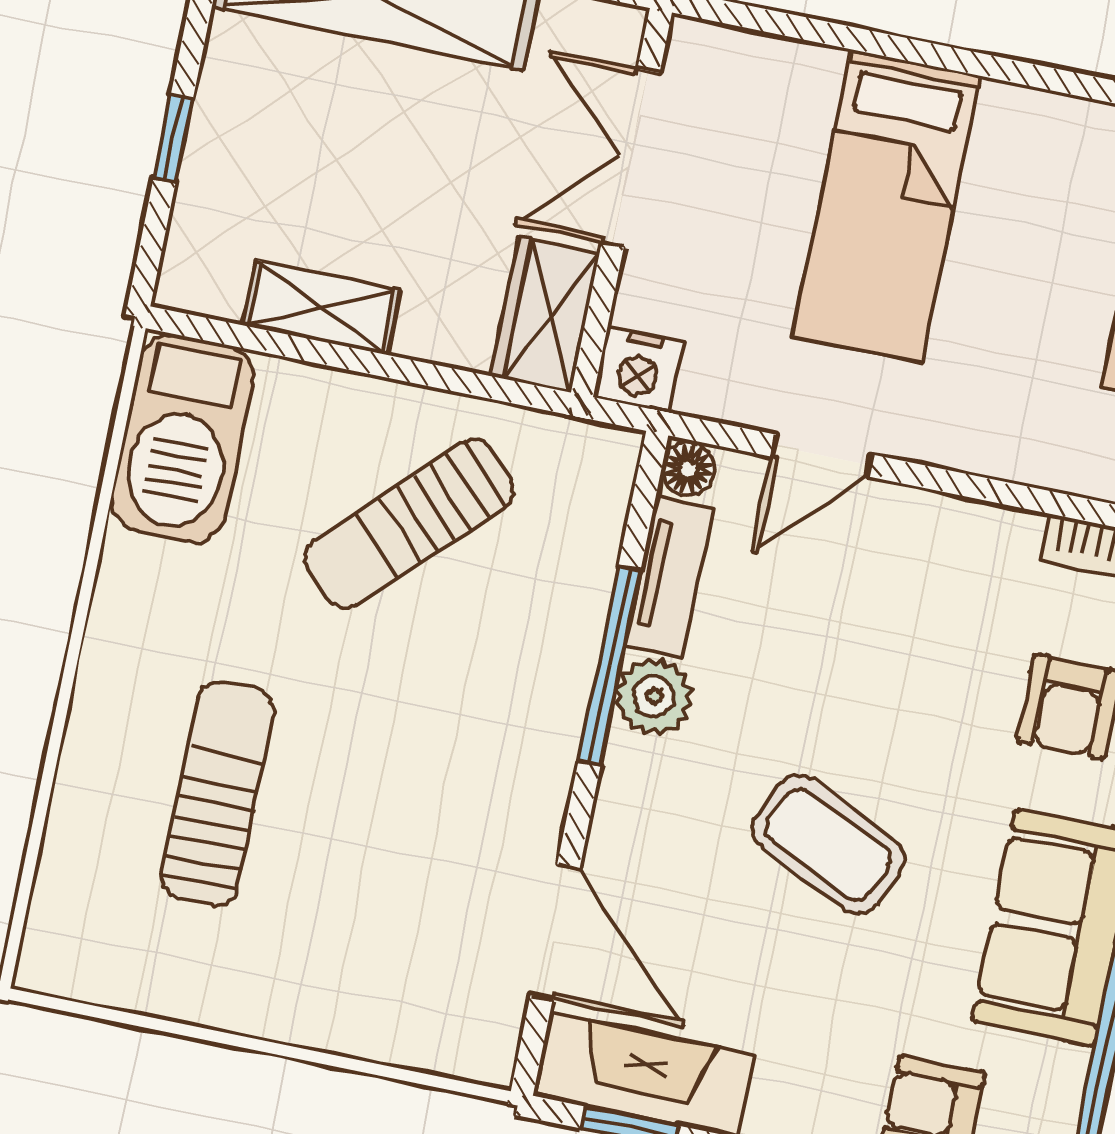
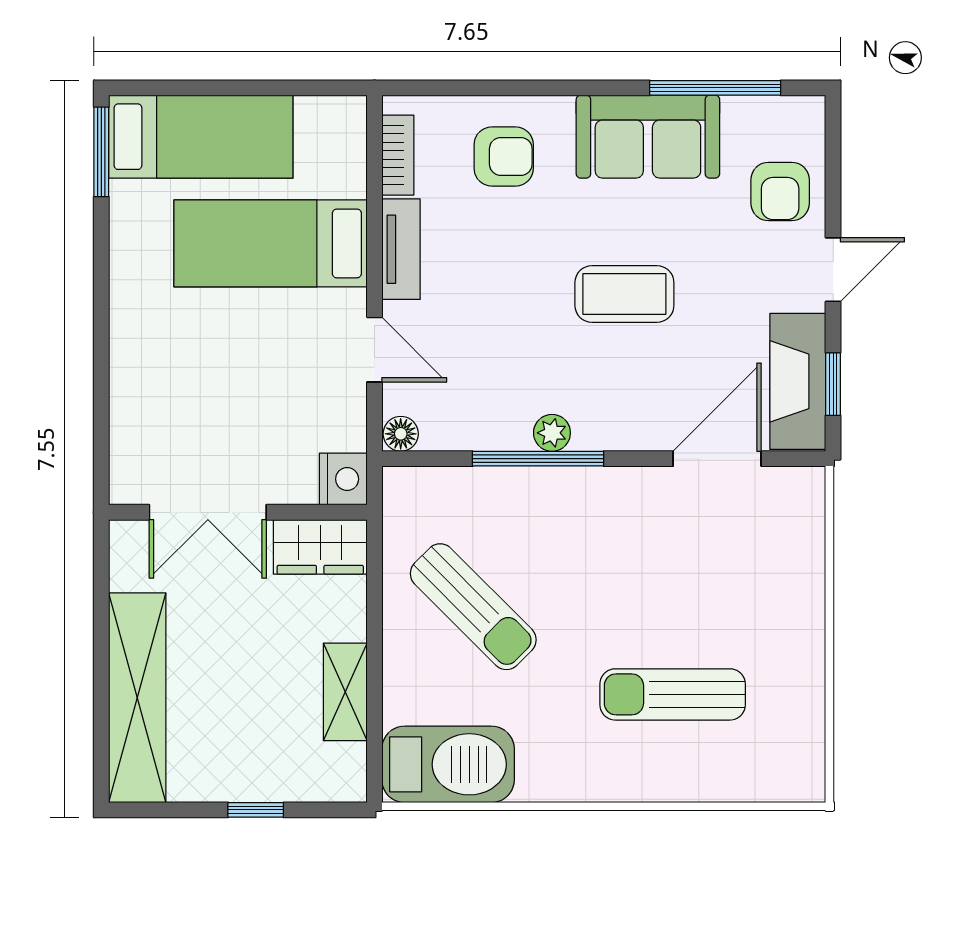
bed: (886, 206) -> (271, 243), moved, turned 180
tv unit: (669, 576) -> (401, 249), moved, turned 90
plant: (654, 696) -> (552, 433), width x0.73, depth x0.73
coffee table: (828, 844) -> (624, 294), turned 65

